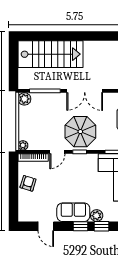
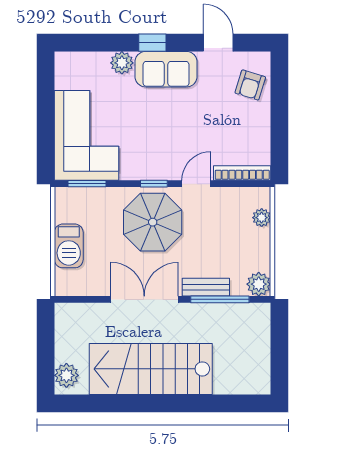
stairs: (50, 54) -> (151, 369), moved
bench: (52, 97) -> (206, 287), added
plant: (23, 145) -> (262, 218), moved
armchair: (28, 183) -> (250, 85), moved
window: (101, 226) -> (113, 43), removed

